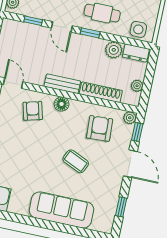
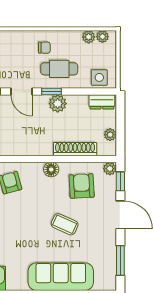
plant: (114, 50) -> (58, 104), moved
bench: (62, 84) -> (34, 149), removed
floor lamp: (62, 104) -> (51, 169), moved
window: (121, 207) -> (120, 261), width x1.50

